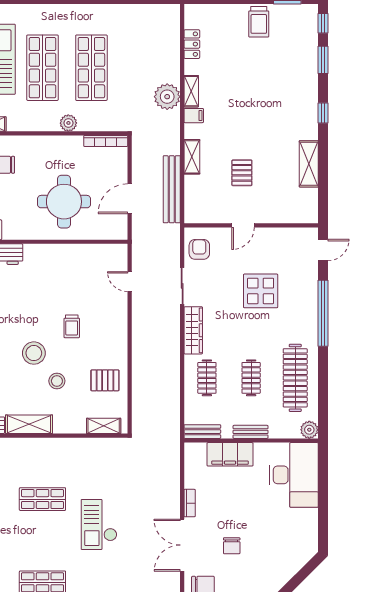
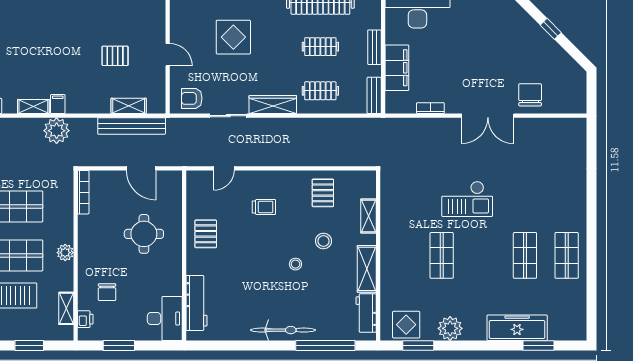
plant: (167, 97) -> (57, 131), moved
plant: (68, 123) -> (65, 253), moved
shelving: (192, 157) -> (129, 106), moved
round table: (64, 202) -> (144, 234), width x0.73, depth x0.73
pallet: (64, 263) -> (206, 234), added
trolley: (72, 326) -> (264, 207), moved
stool: (34, 353) -> (295, 264), width x0.53, depth x0.53
shelving: (104, 426) -> (368, 216), moved
bookcase: (190, 503) -> (430, 108), moved
chair: (232, 546) -> (488, 66), removed

